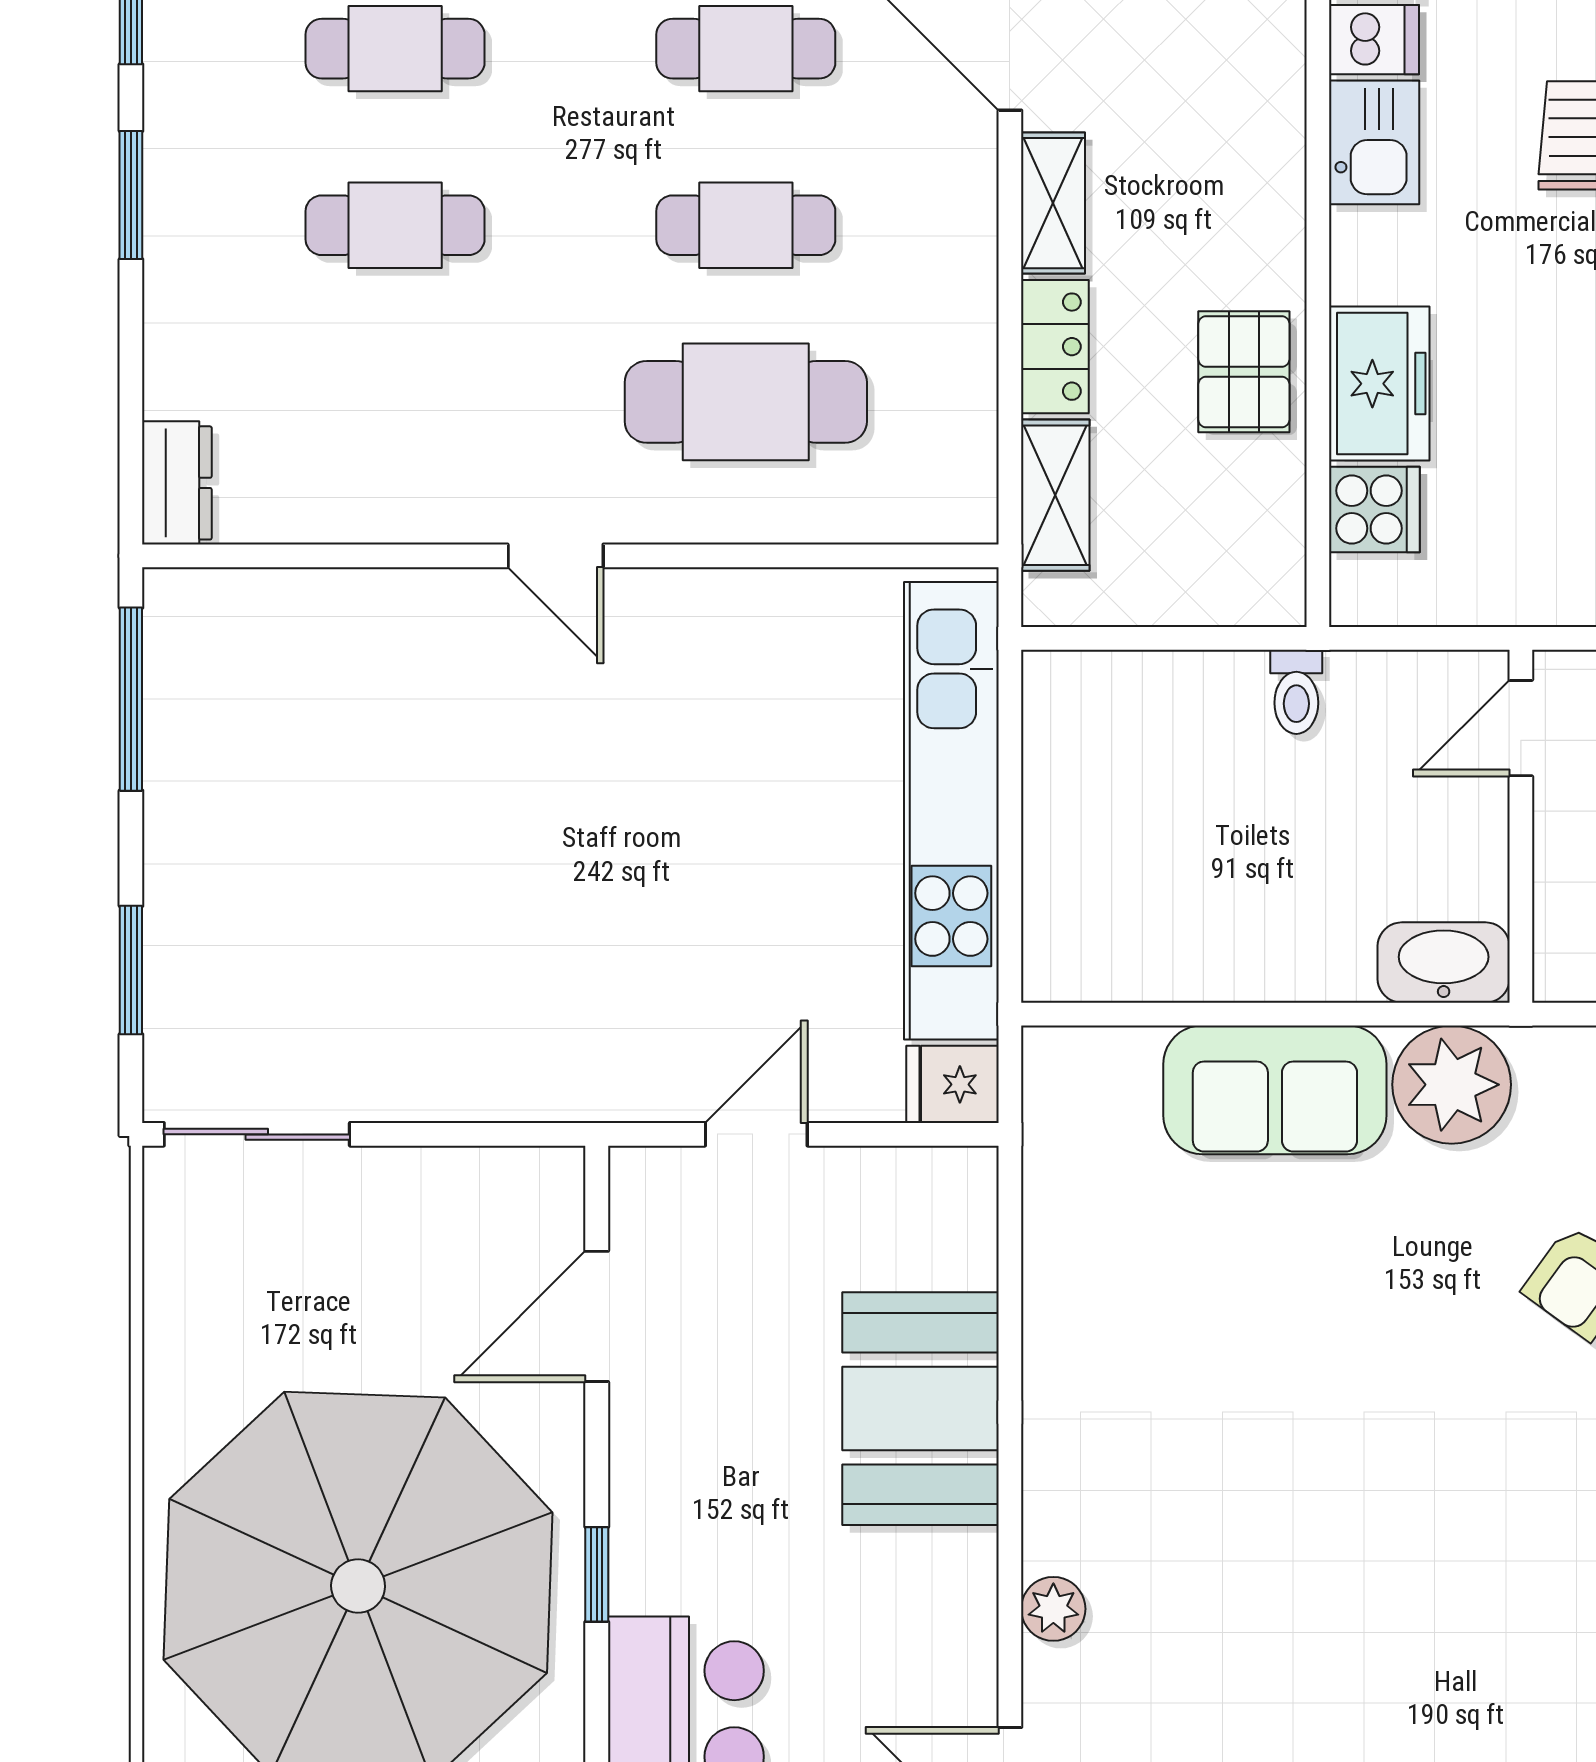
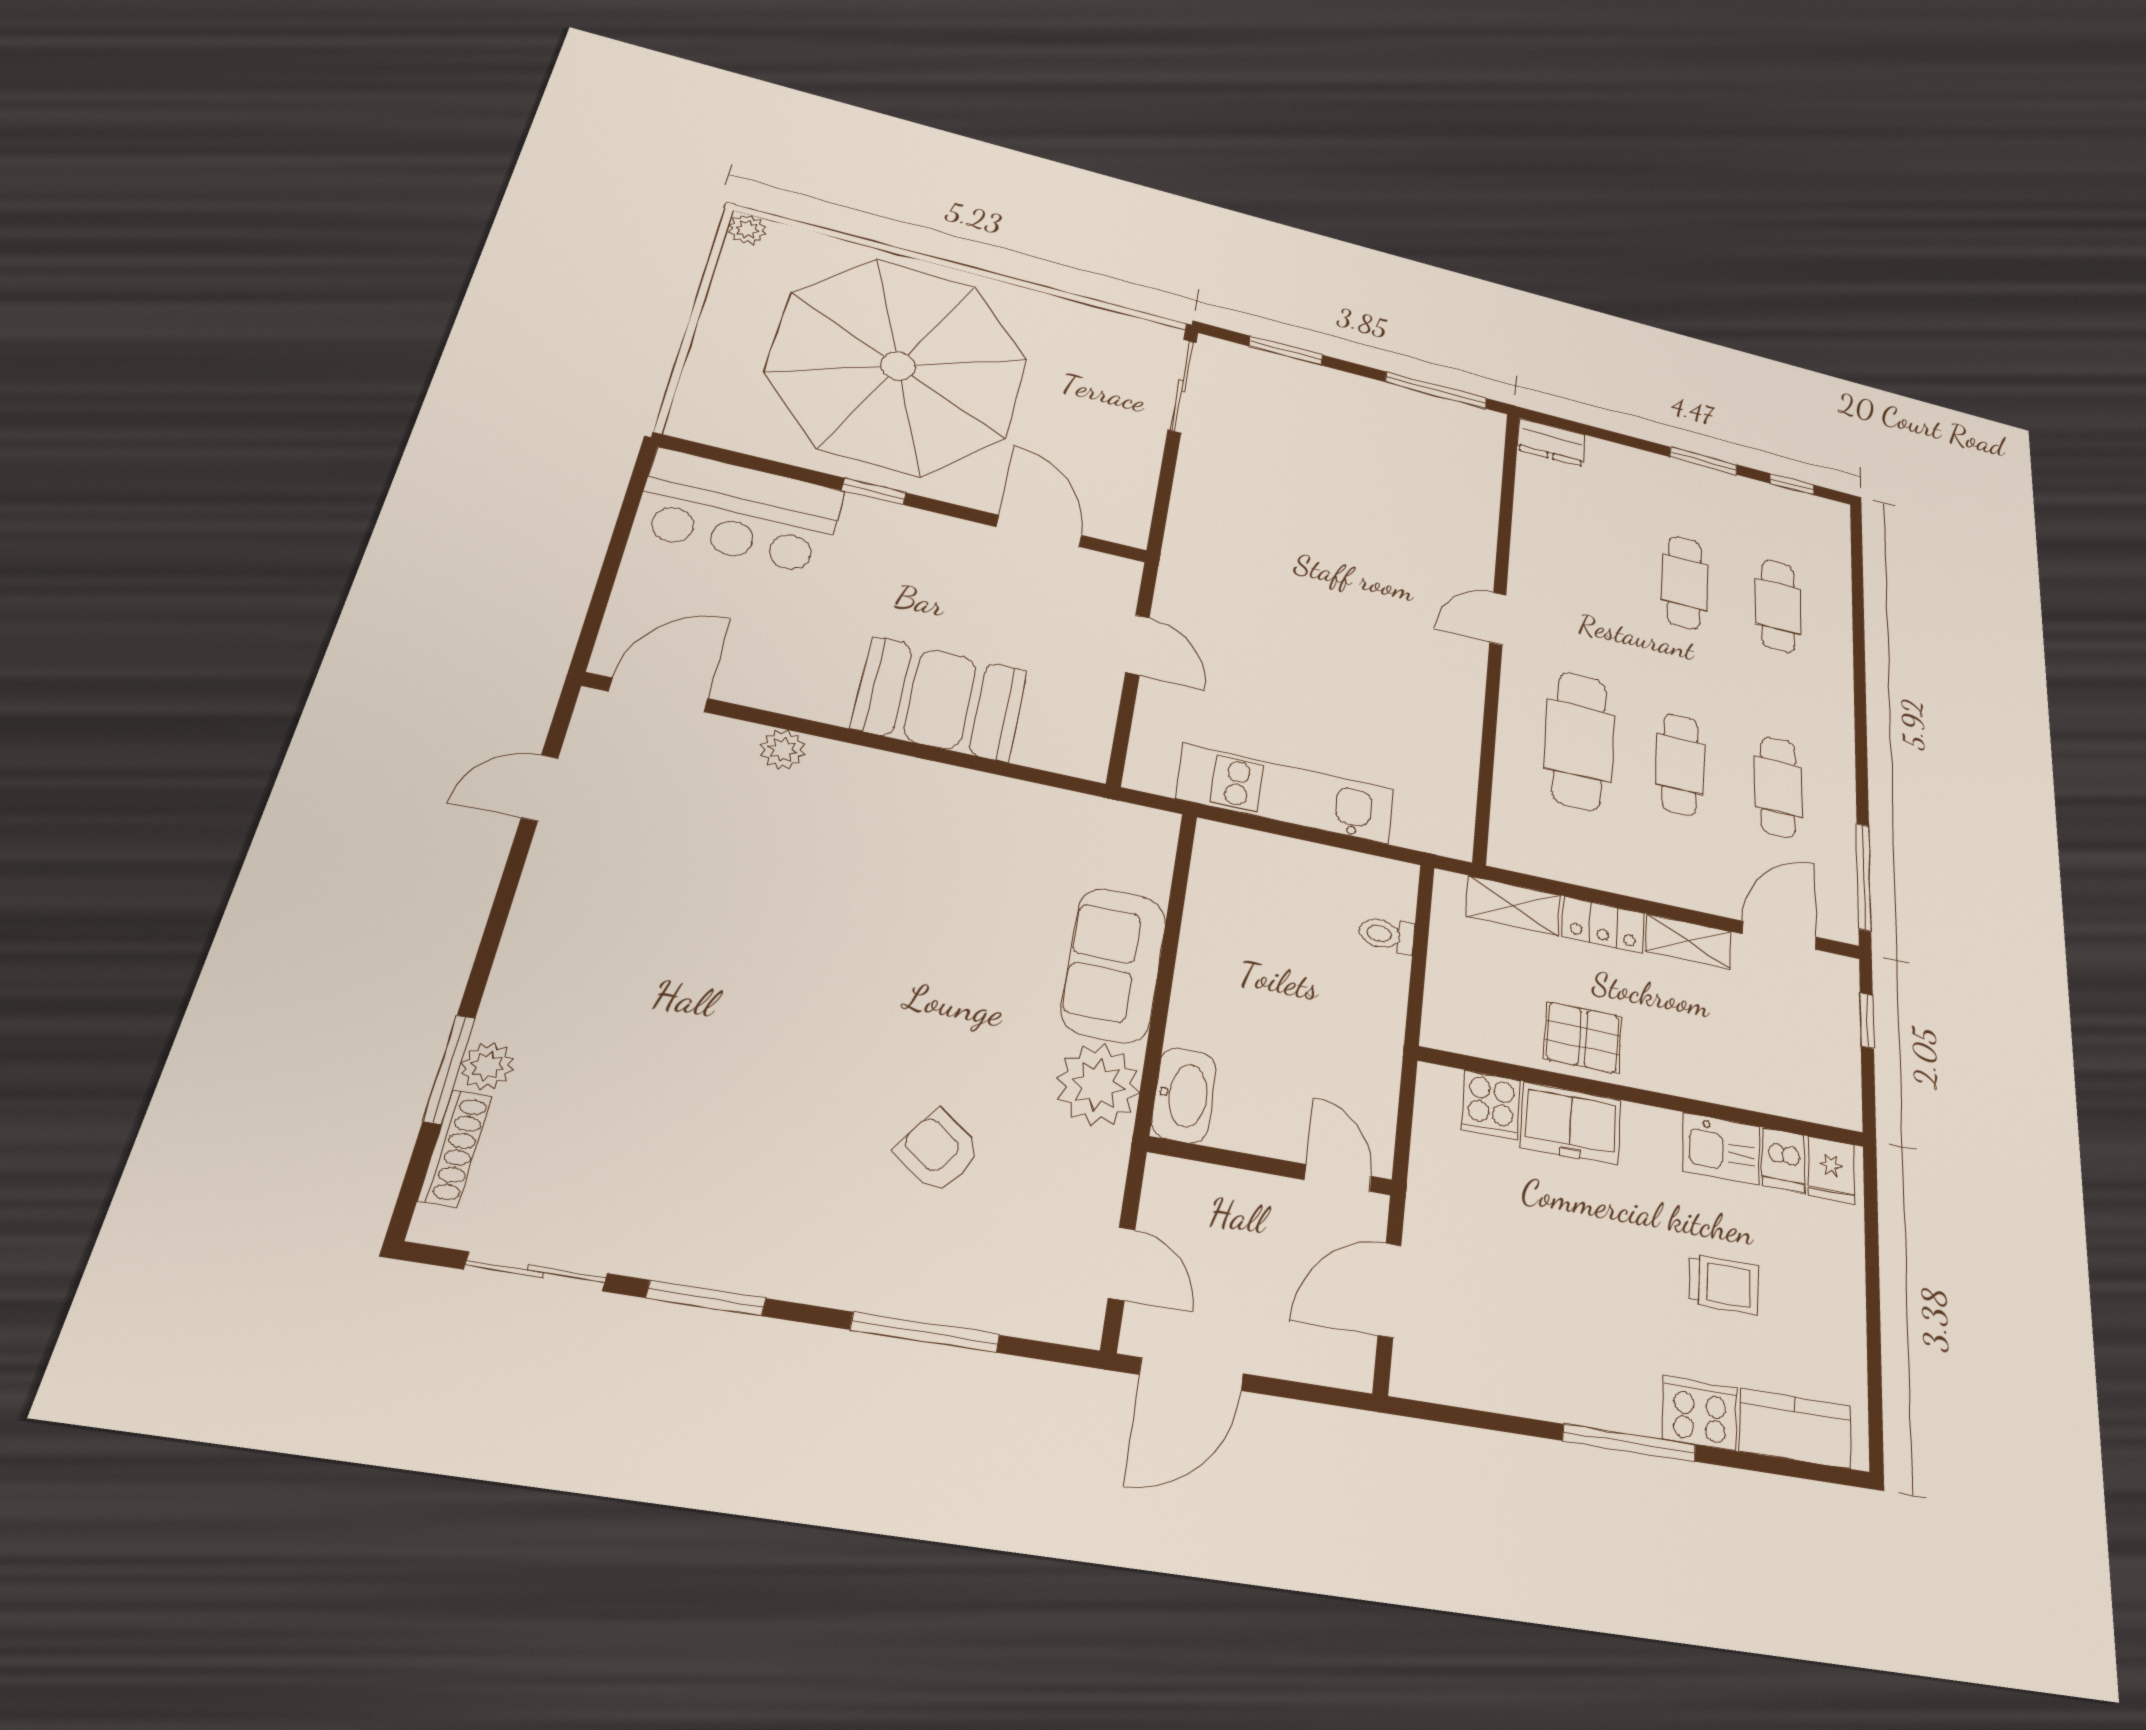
toilet: (1296, 692) -> (1387, 935), moved
kitchen unit: (951, 811) -> (1286, 794), width x0.73
fridge: (953, 1084) -> (1150, 765), removed

